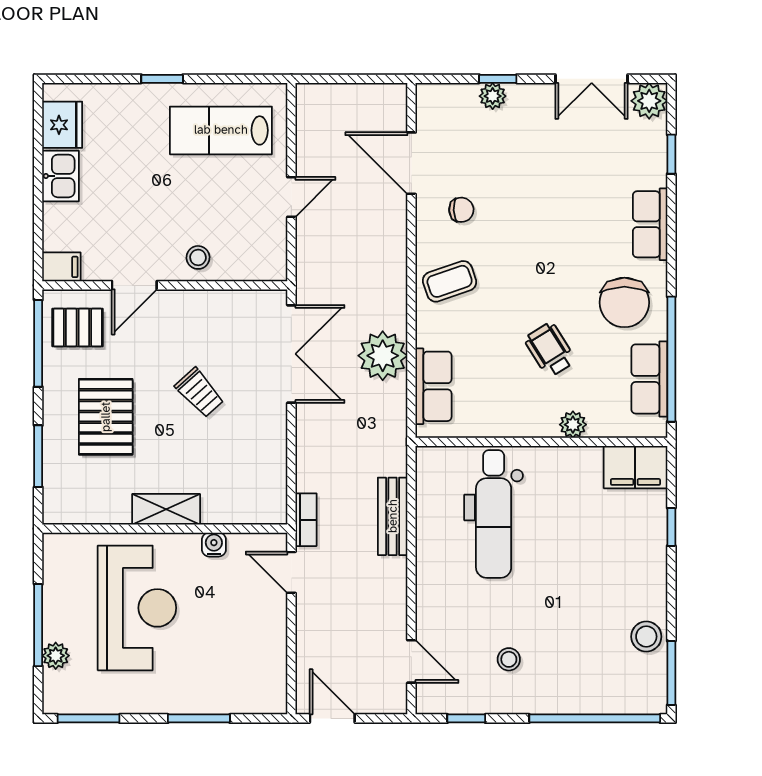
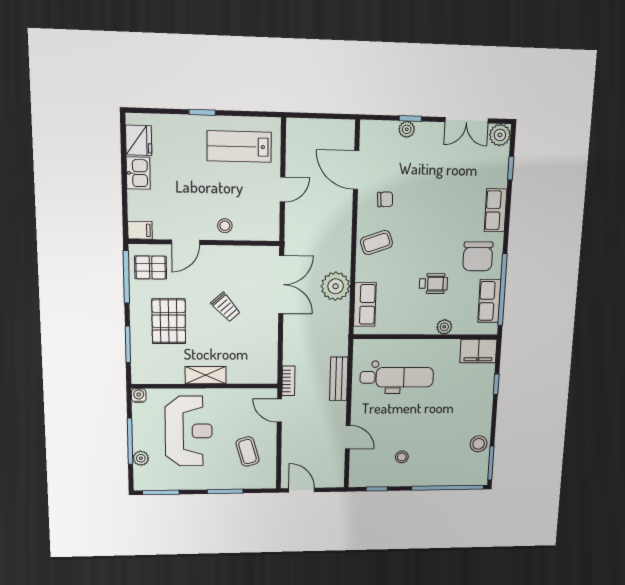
wheelchair: (550, 350) -> (433, 284), turned 122
dental chair: (494, 514) -> (397, 377), turned -90
water cooler: (214, 545) -> (139, 396), moved
coffee table: (237, 646) -> (248, 452), added
door: (411, 661) -> (348, 437), moved

